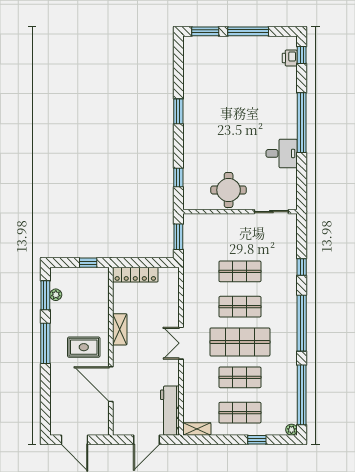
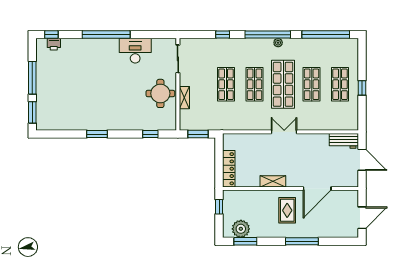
desk: (282, 153) -> (135, 51), width x1.37
plant: (56, 295) -> (241, 229), width x1.88, depth x1.88
window: (45, 343) -> (302, 241), moved
double door: (181, 343) -> (284, 132), swing flipped
workbench: (170, 411) -> (344, 141), width x0.73
shelving: (197, 429) -> (184, 98), moved
plant: (291, 430) -> (278, 43), moved
window: (257, 440) -> (362, 88), moved

